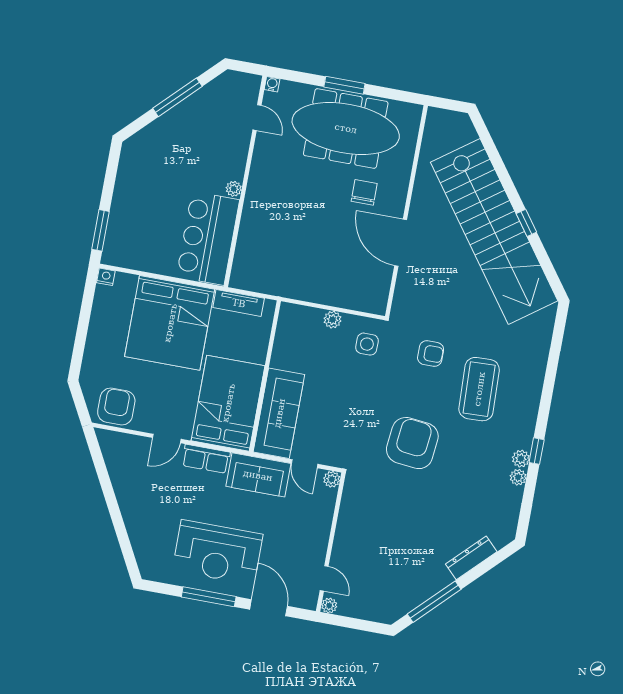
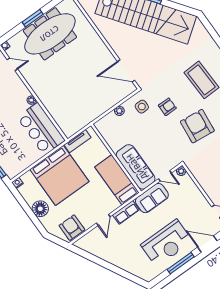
chair: (364, 192) -> (82, 51), removed
door: (401, 243) -> (126, 71), moved
floor lamp: (101, 340) -> (40, 209), added
armchair: (431, 354) -> (167, 107), moved
bed: (228, 403) -> (117, 180), width x0.67

